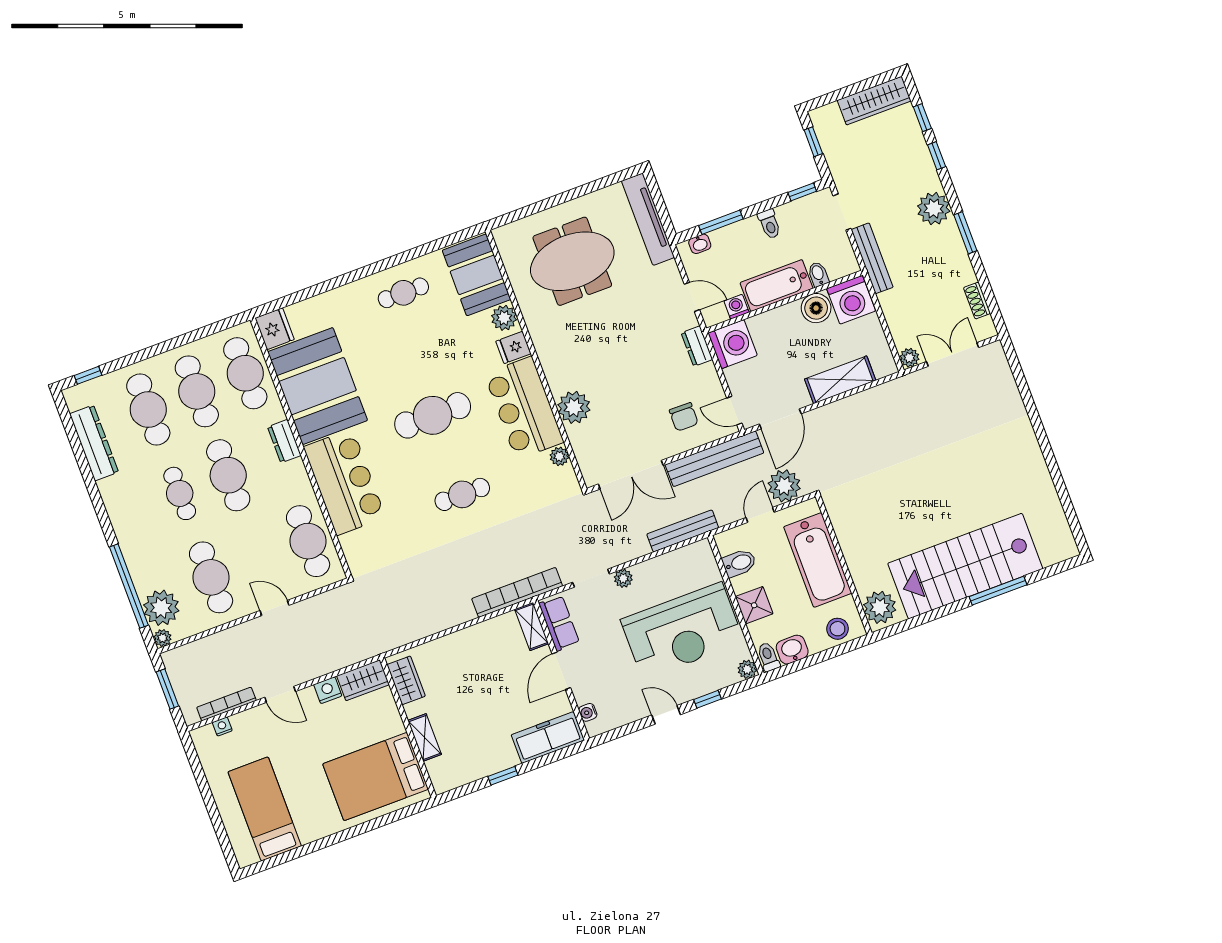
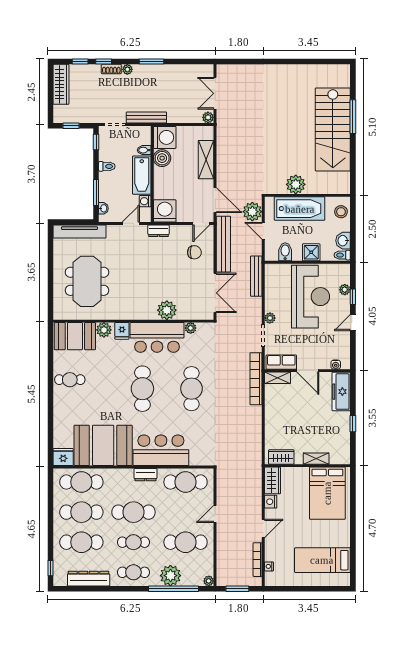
plant: (934, 209) -> (127, 69), width x0.53, depth x0.53
cafe table: (403, 293) -> (70, 380), turned 90
shoe rack: (977, 301) -> (111, 69), moved
dresser: (284, 441) -> (145, 475), moved
cafe table: (462, 494) -> (192, 389), width x1.37, depth x1.35
cafe table: (131, 512) -> (133, 572), added
plant: (880, 607) -> (296, 184), moved
plant: (161, 608) -> (170, 576), moved
plant: (747, 669) -> (345, 290), moved

